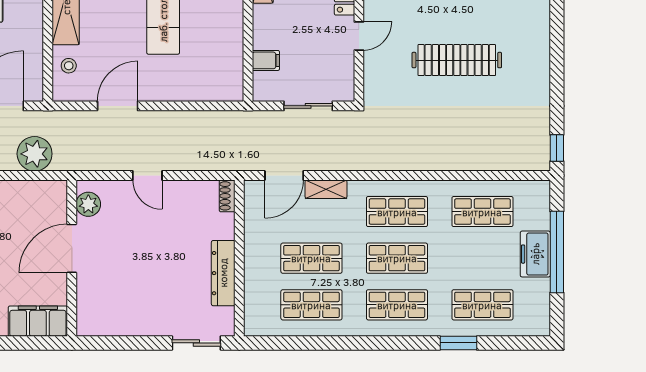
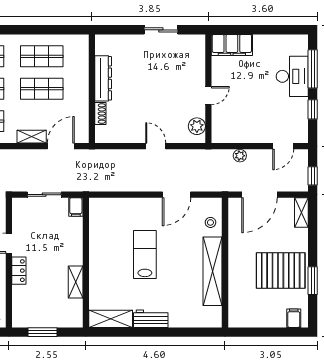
filing cabinet: (266, 60) -> (76, 207), moved, turned -90
plant: (35, 154) -> (240, 156), width x0.53, depth x0.53
shoe rack: (227, 196) -> (100, 114), moved
door: (72, 248) -> (208, 96), width x0.53
sliding door: (196, 343) -> (161, 30), moved

